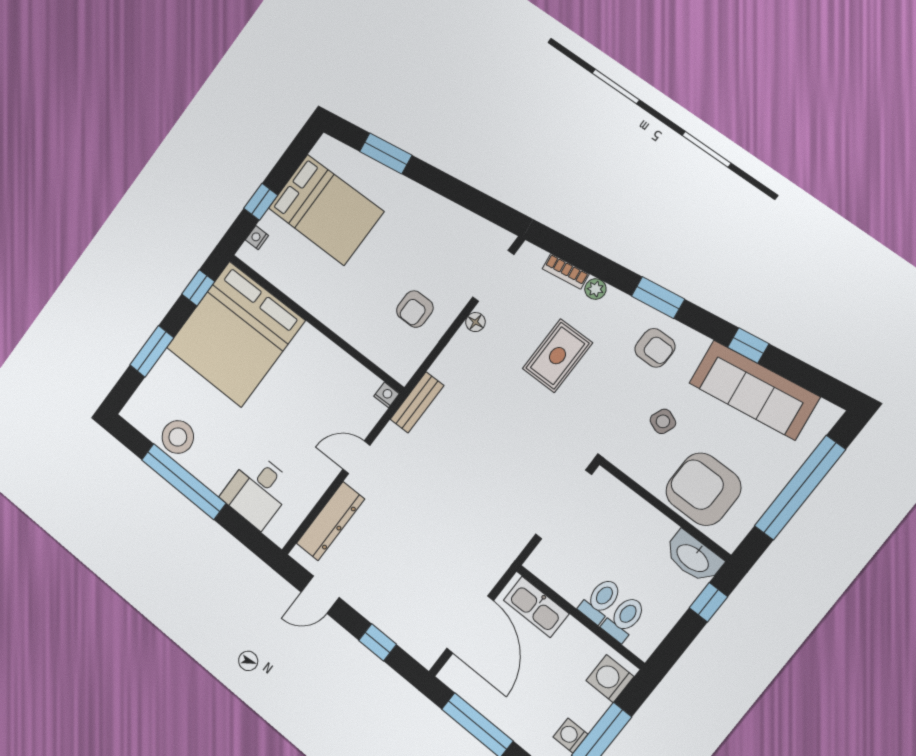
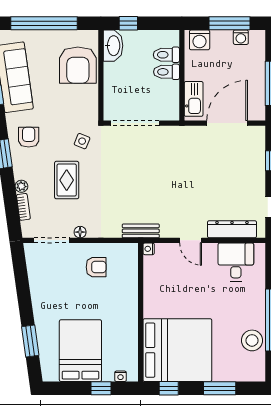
rug: (557, 356) -> (67, 180), turned 90
side table: (663, 421) -> (82, 141), moved
desk: (257, 491) -> (236, 262), moved, turned -90

